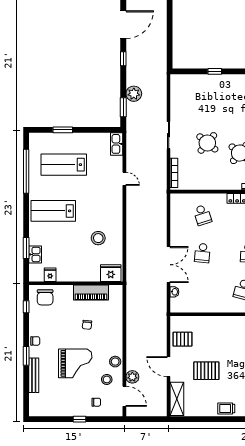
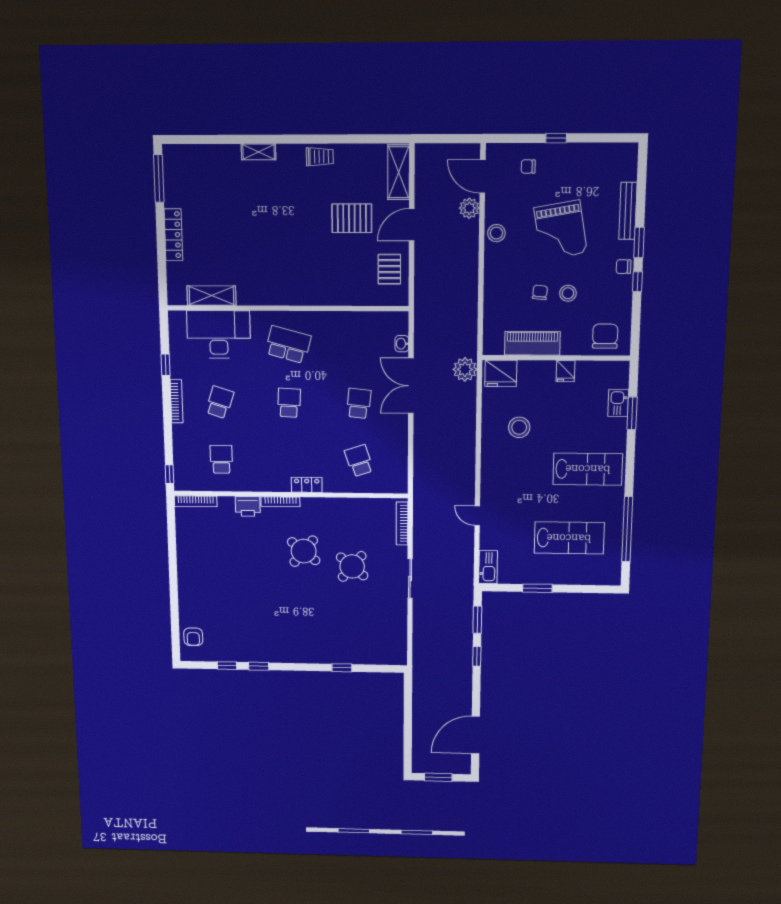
window: (123, 59) -> (477, 656), moved
plant: (134, 94) -> (465, 369), moved
window: (63, 130) -> (537, 588), moved
fridge: (50, 275) -> (566, 371), moved
window: (26, 307) -> (637, 282), moved
pallet: (183, 339) -> (389, 269), turned 90
grand piano: (75, 363) -> (560, 230), turned -100
door: (169, 367) -> (412, 225), swing flipped
stool: (107, 379) -> (568, 293), moved

